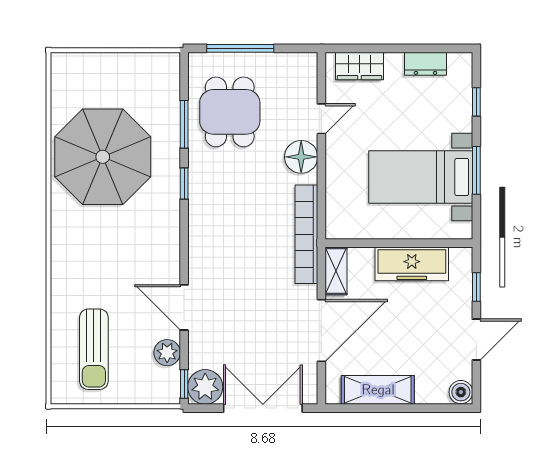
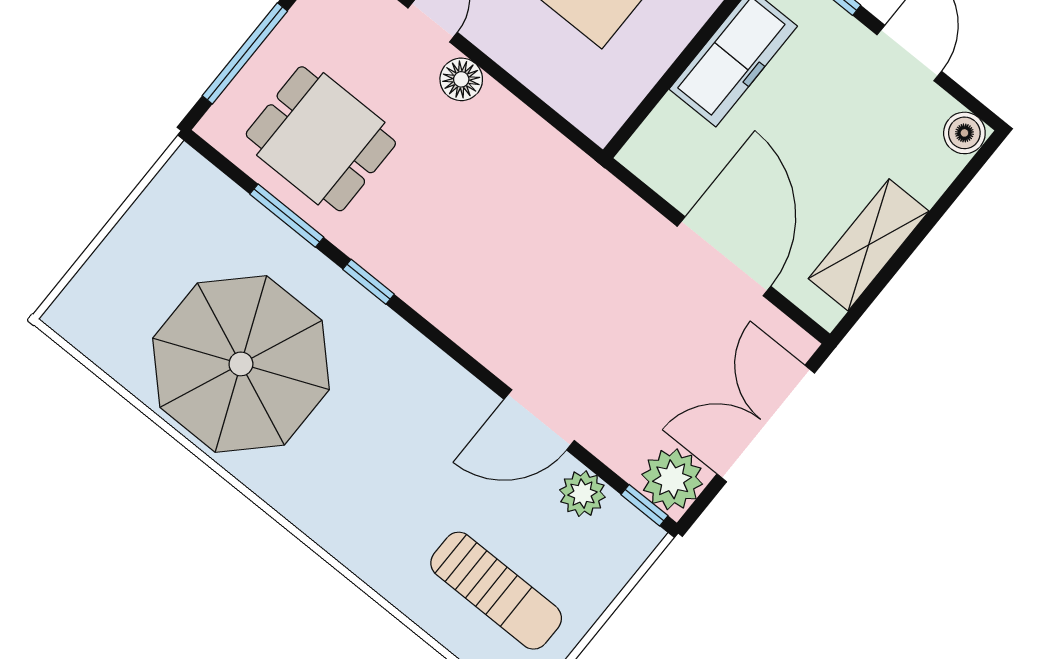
floor lamp: (301, 157) -> (461, 79), width x0.73, depth x0.73
bookcase: (306, 234) -> (575, 170), removed
shelving: (336, 271) -> (658, 170), removed

